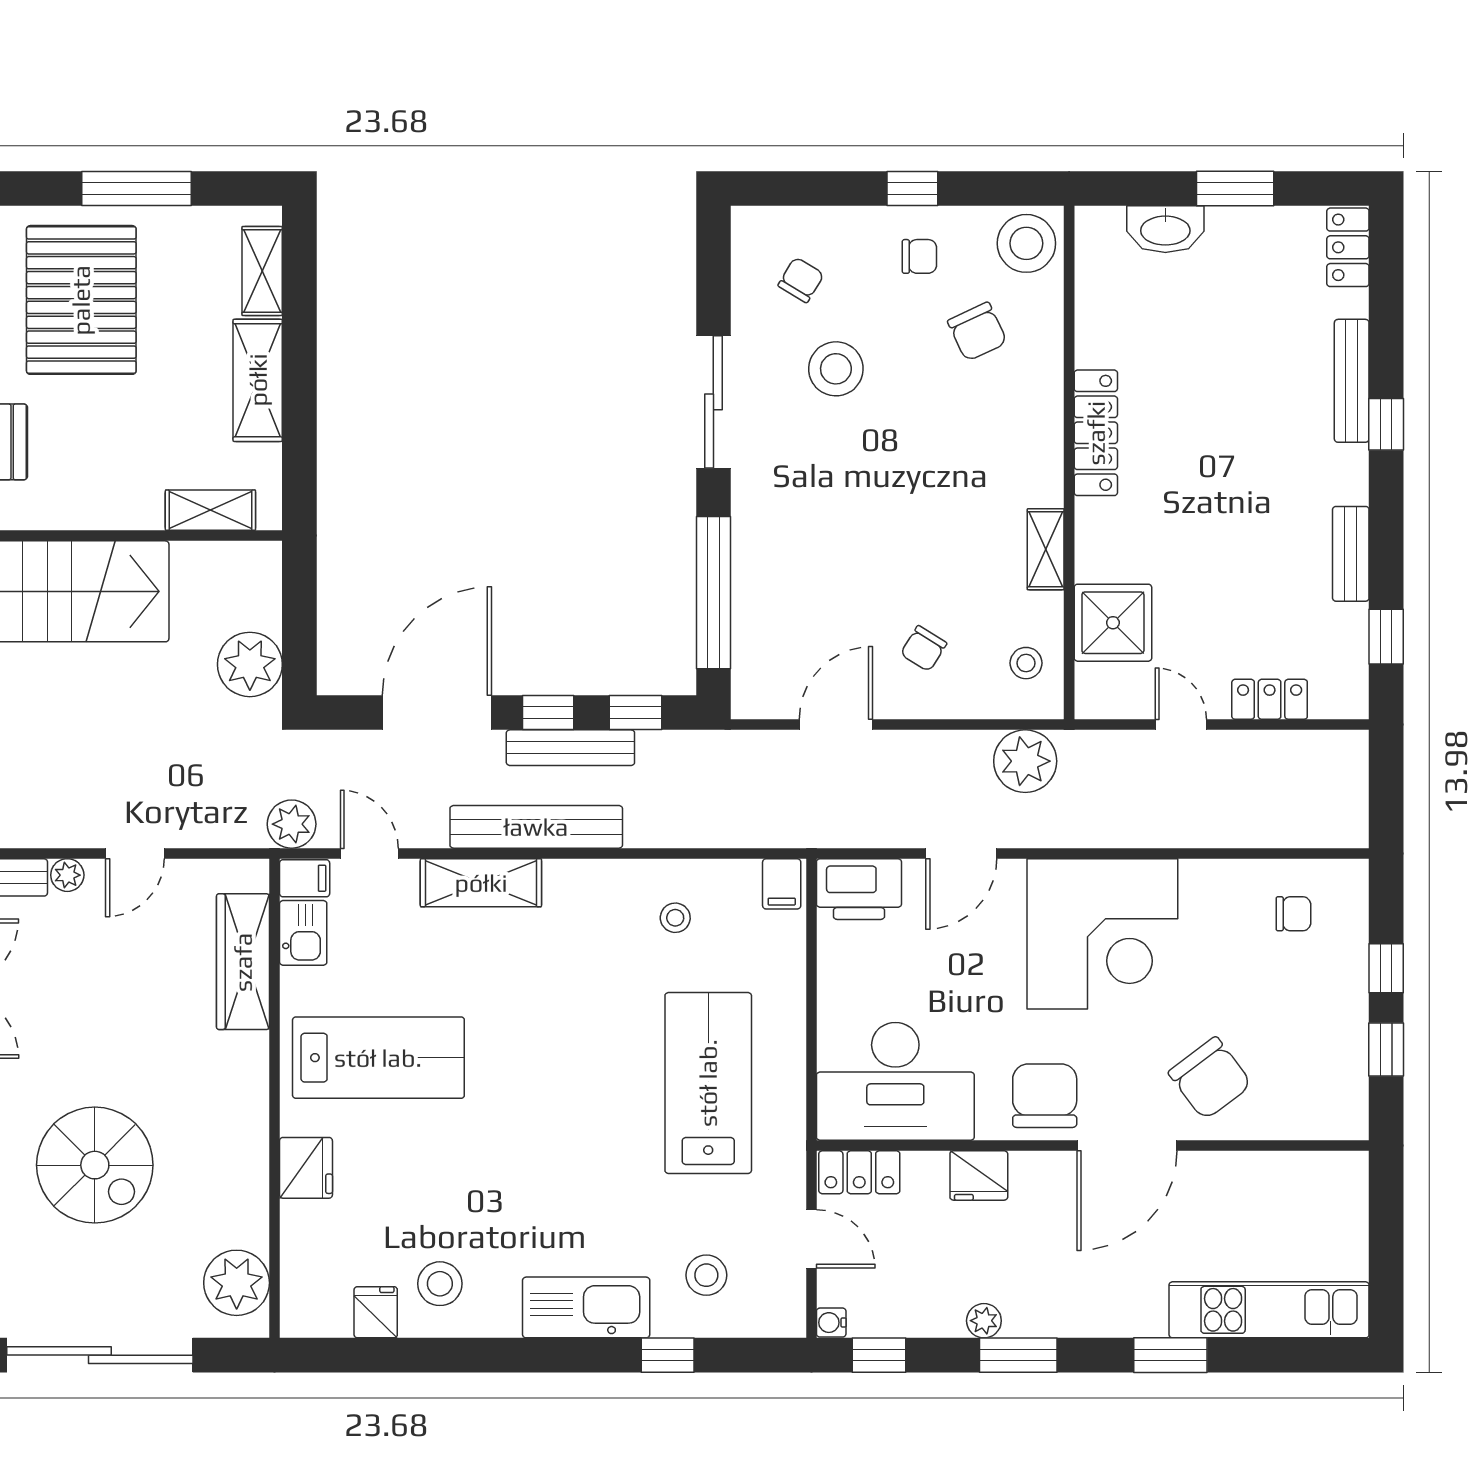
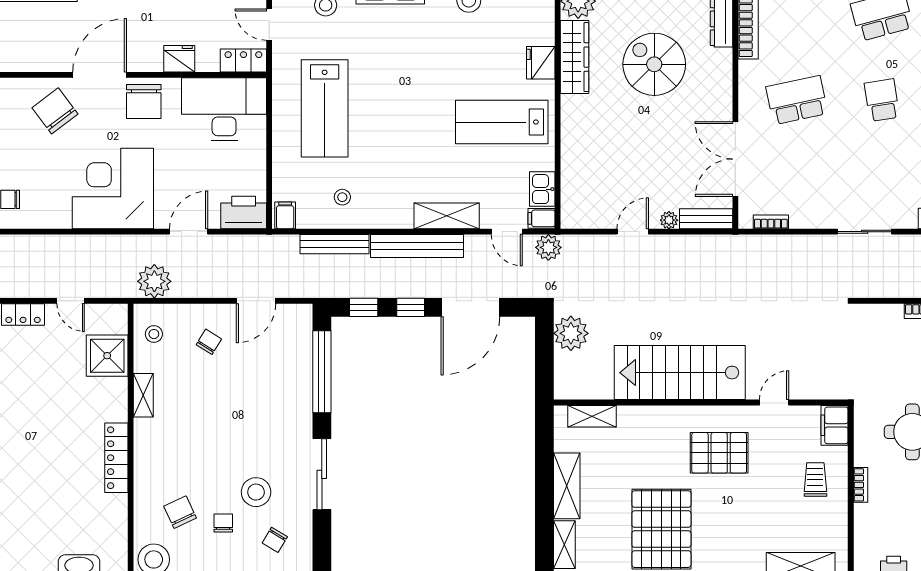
chair: (919, 256) -> (223, 523), moved, turned 90
bench: (570, 748) -> (334, 244), moved
wardrobe: (243, 962) -> (575, 57), moved

